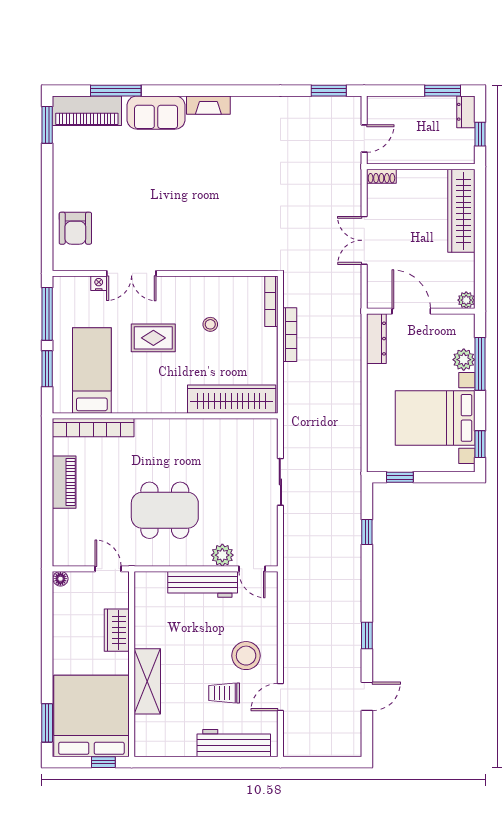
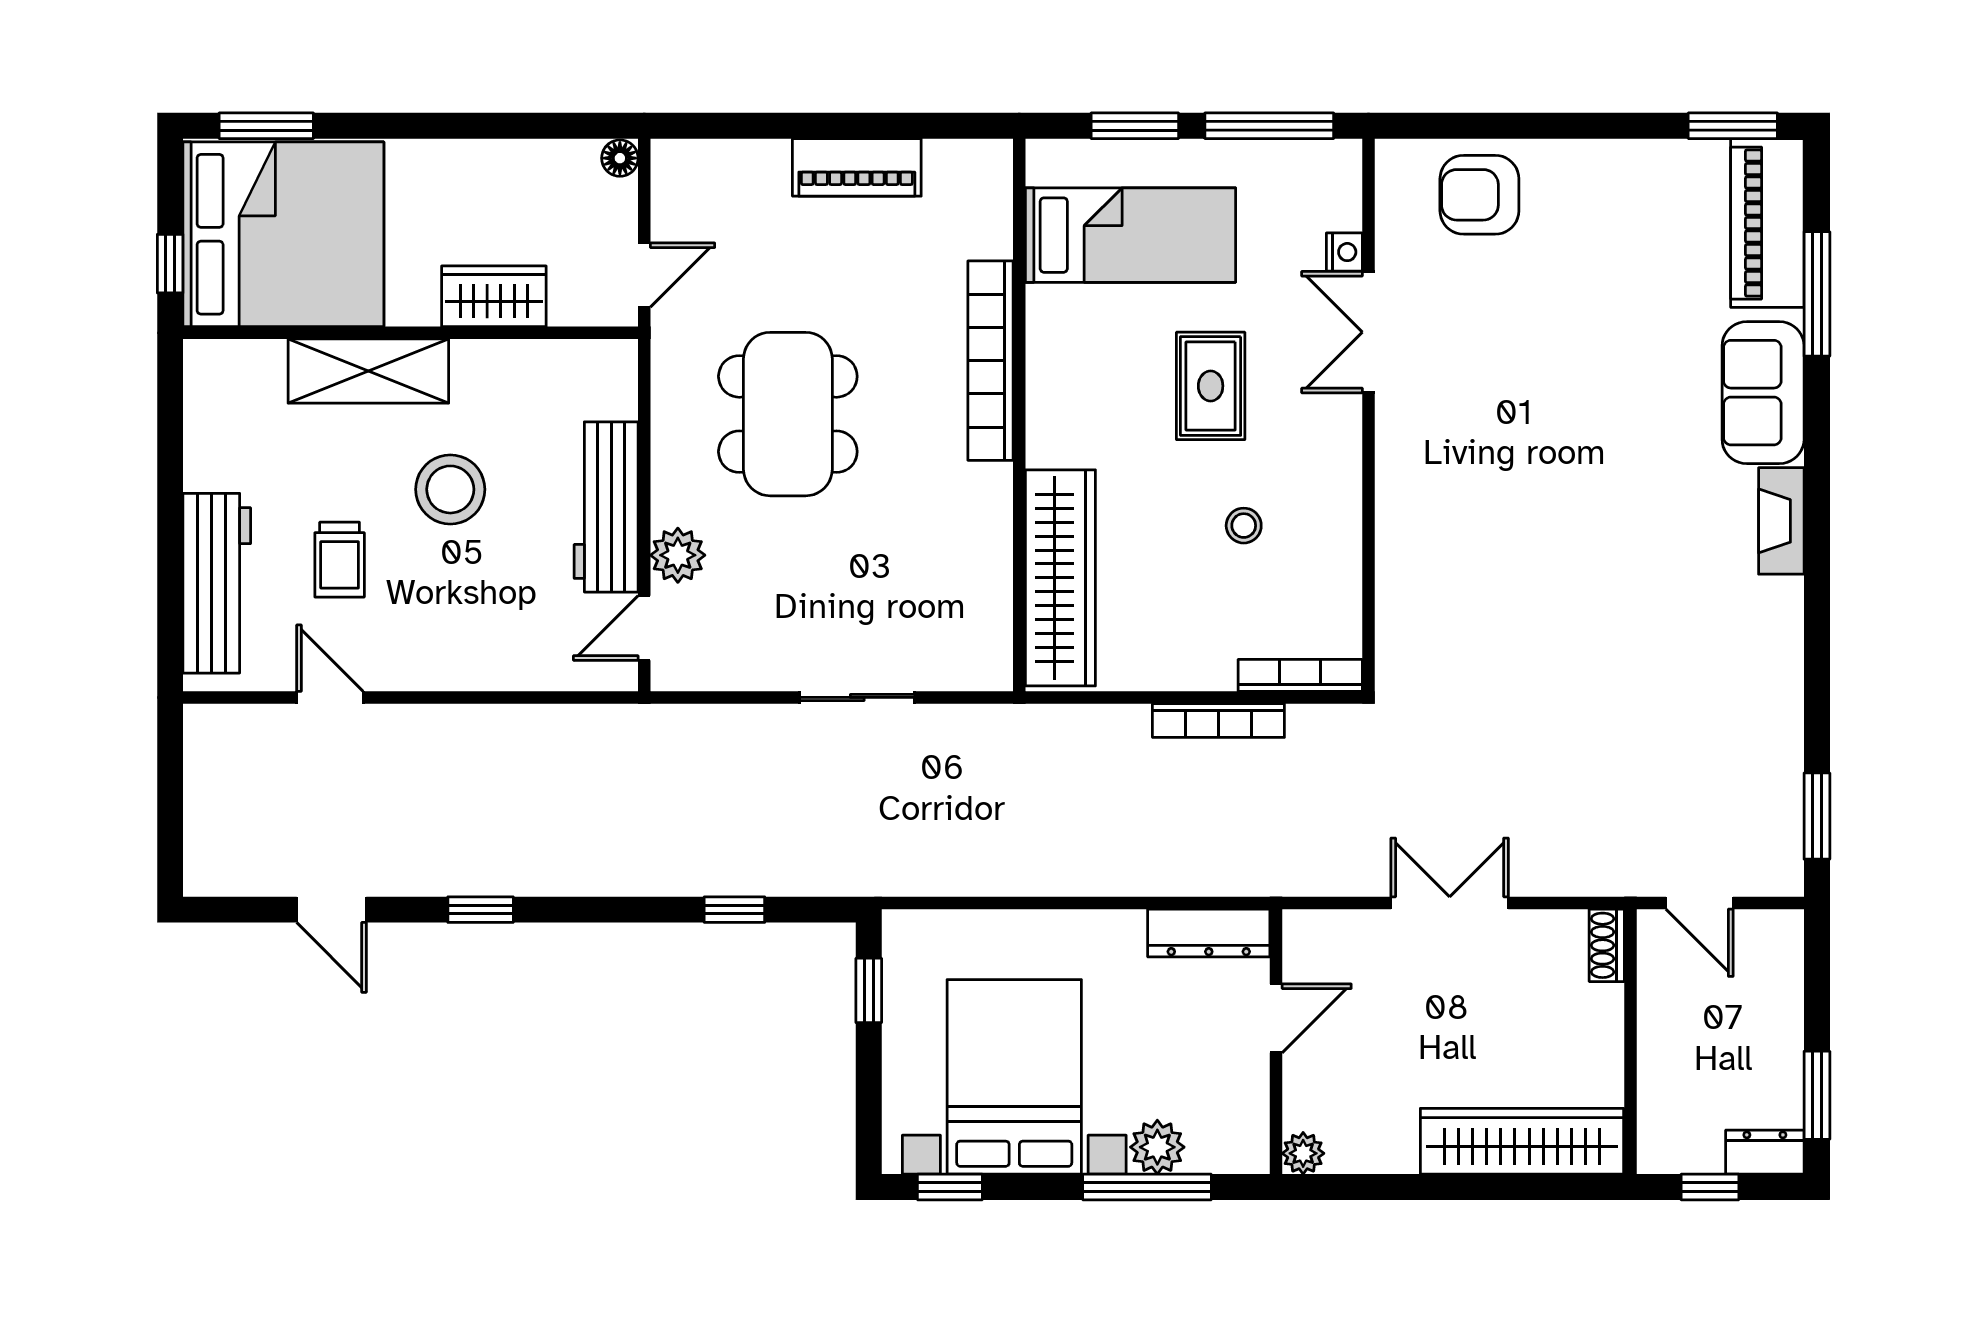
door: (411, 311) -> (1276, 1018), width x0.73
bookcase: (93, 428) -> (990, 361), moved
stool: (246, 656) -> (450, 489), moved
trolley: (224, 693) -> (340, 560), turned 180

